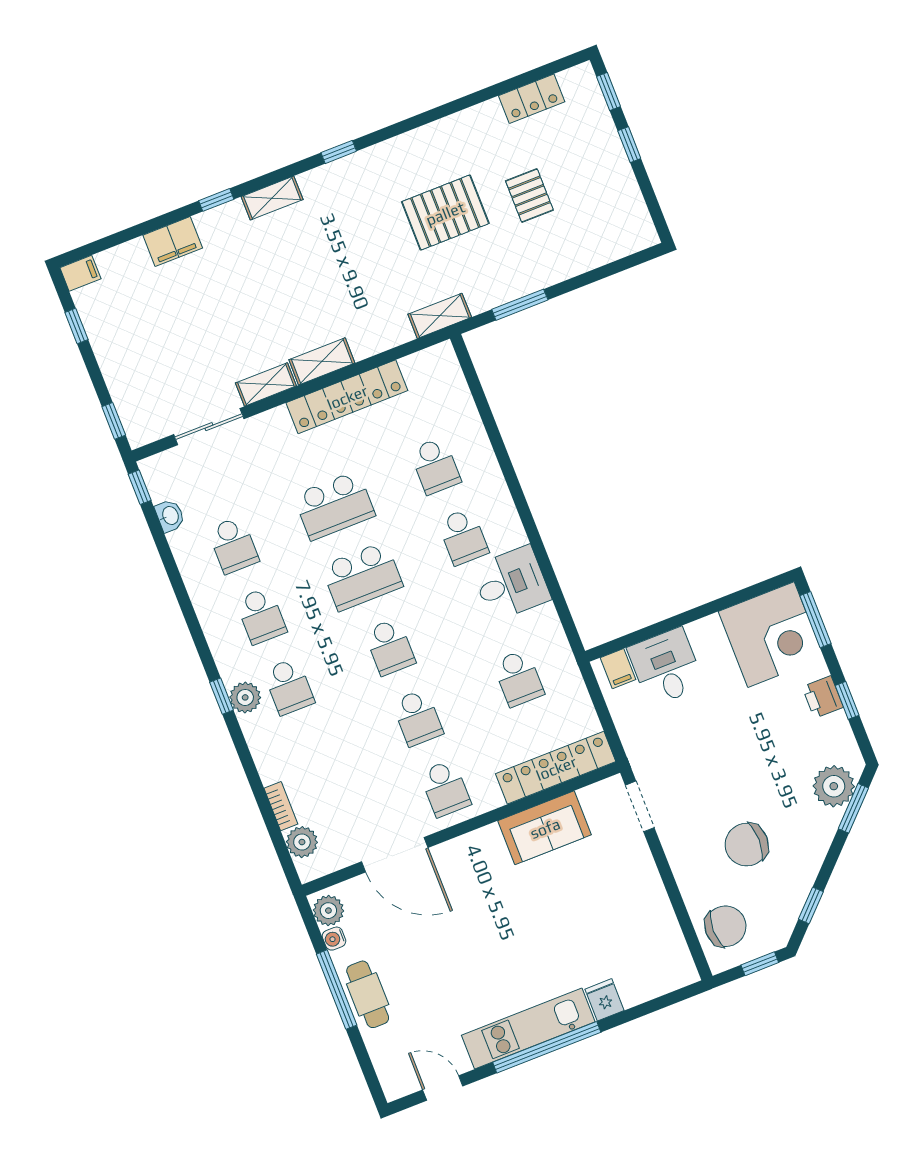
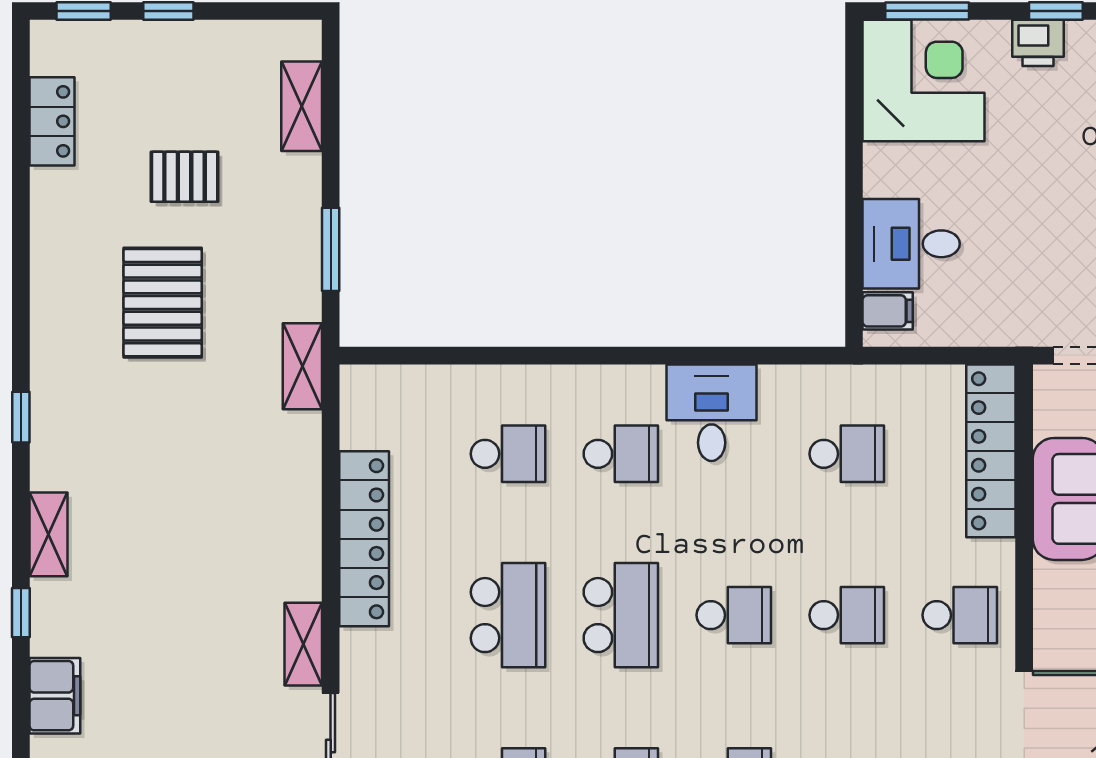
shelving: (322, 361) -> (302, 106), moved

